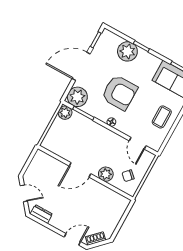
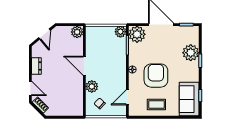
armchair: (119, 93) -> (156, 76), moved, turned 180
plant: (40, 158) -> (77, 32), added
dresser: (41, 214) -> (36, 66), moved

